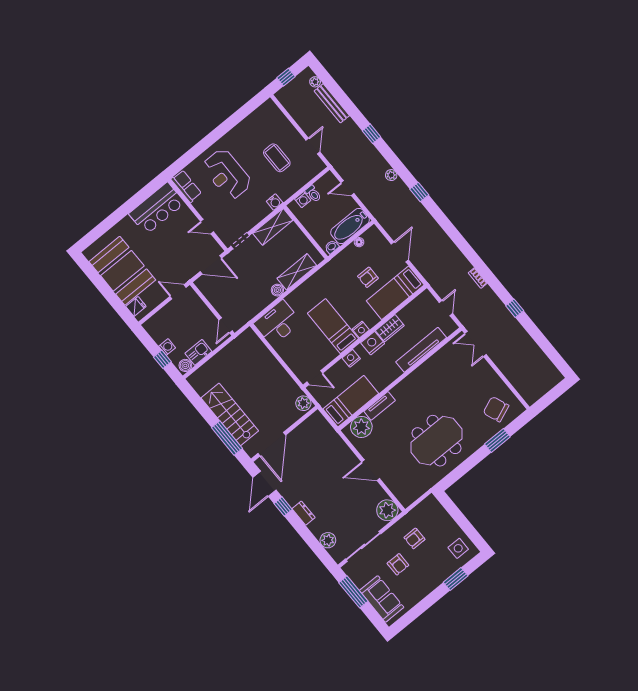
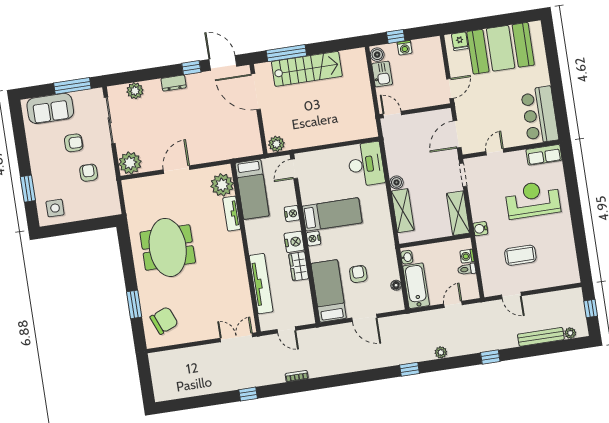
armchair: (398, 564) -> (74, 143), turned 180

